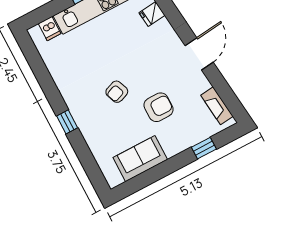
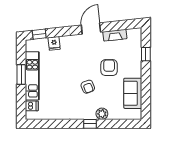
door: (199, 54) -> (91, 29), hinge flipped
fireplace: (217, 106) -> (115, 35), moved
plant: (90, 131) -> (102, 114), added

